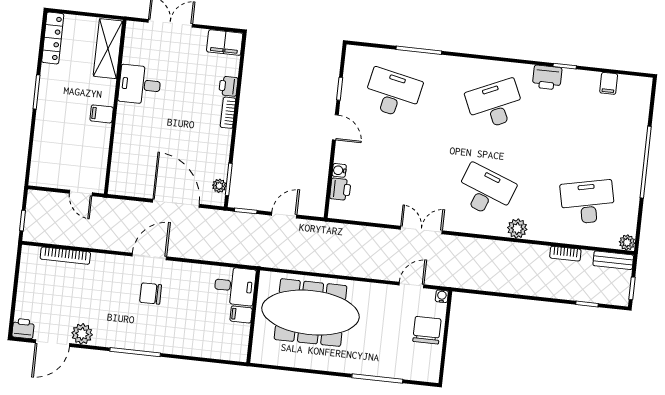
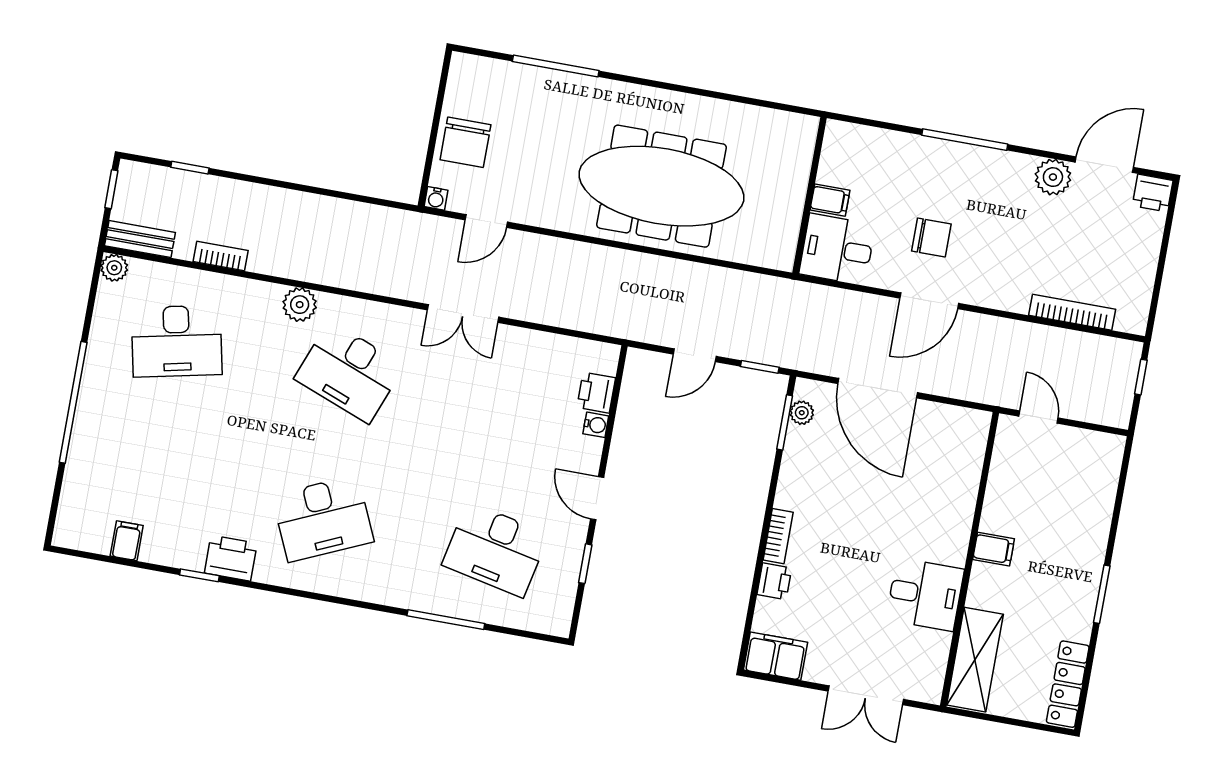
desk: (235, 286) -> (837, 249), moved
filing cabinet: (241, 314) -> (830, 200), moved
wall: (253, 316) -> (809, 195), moved

